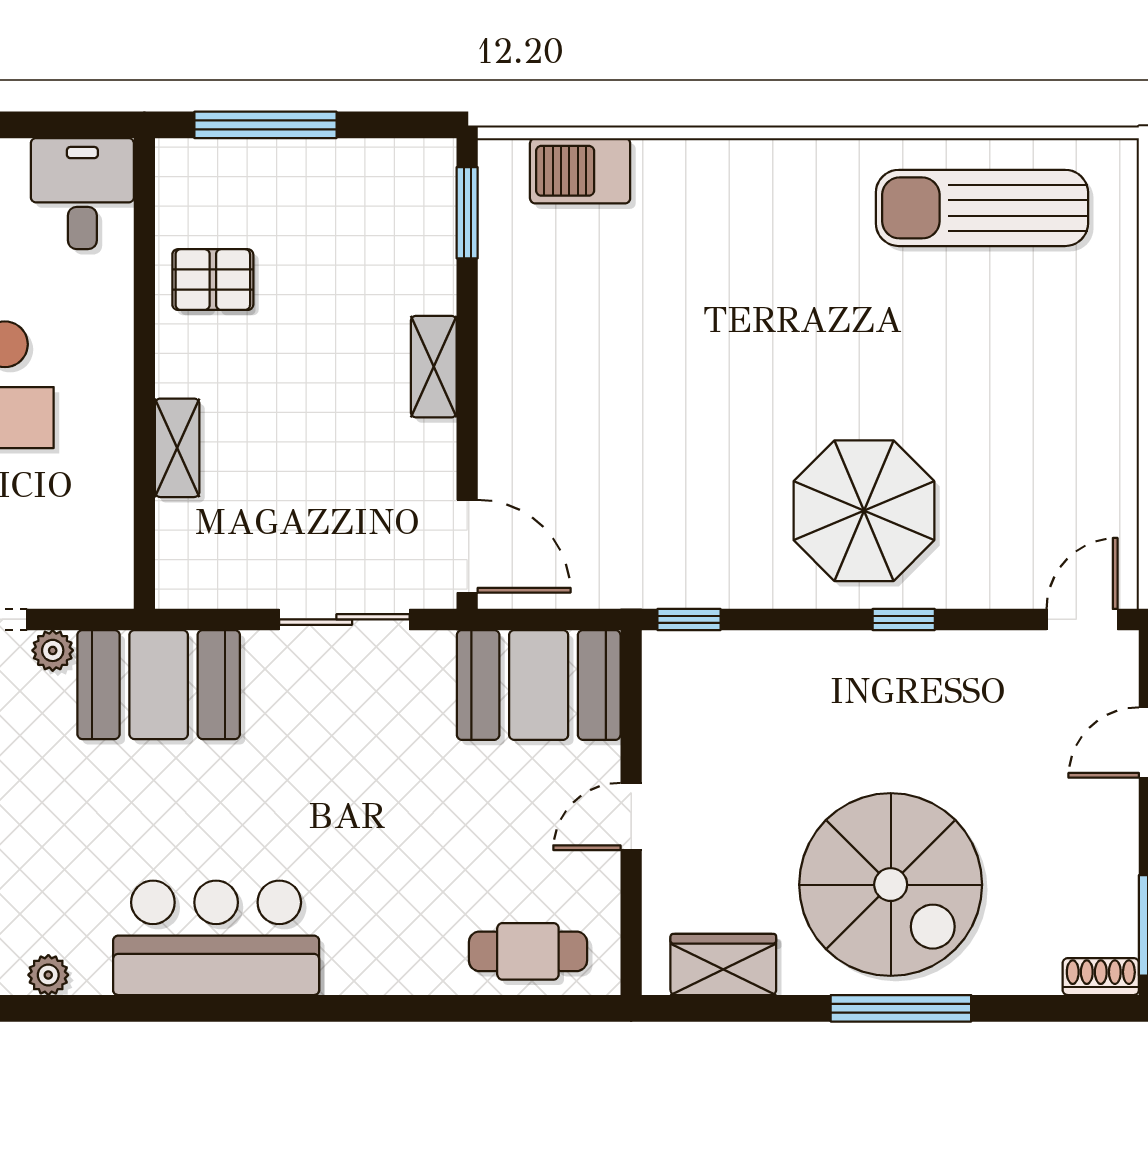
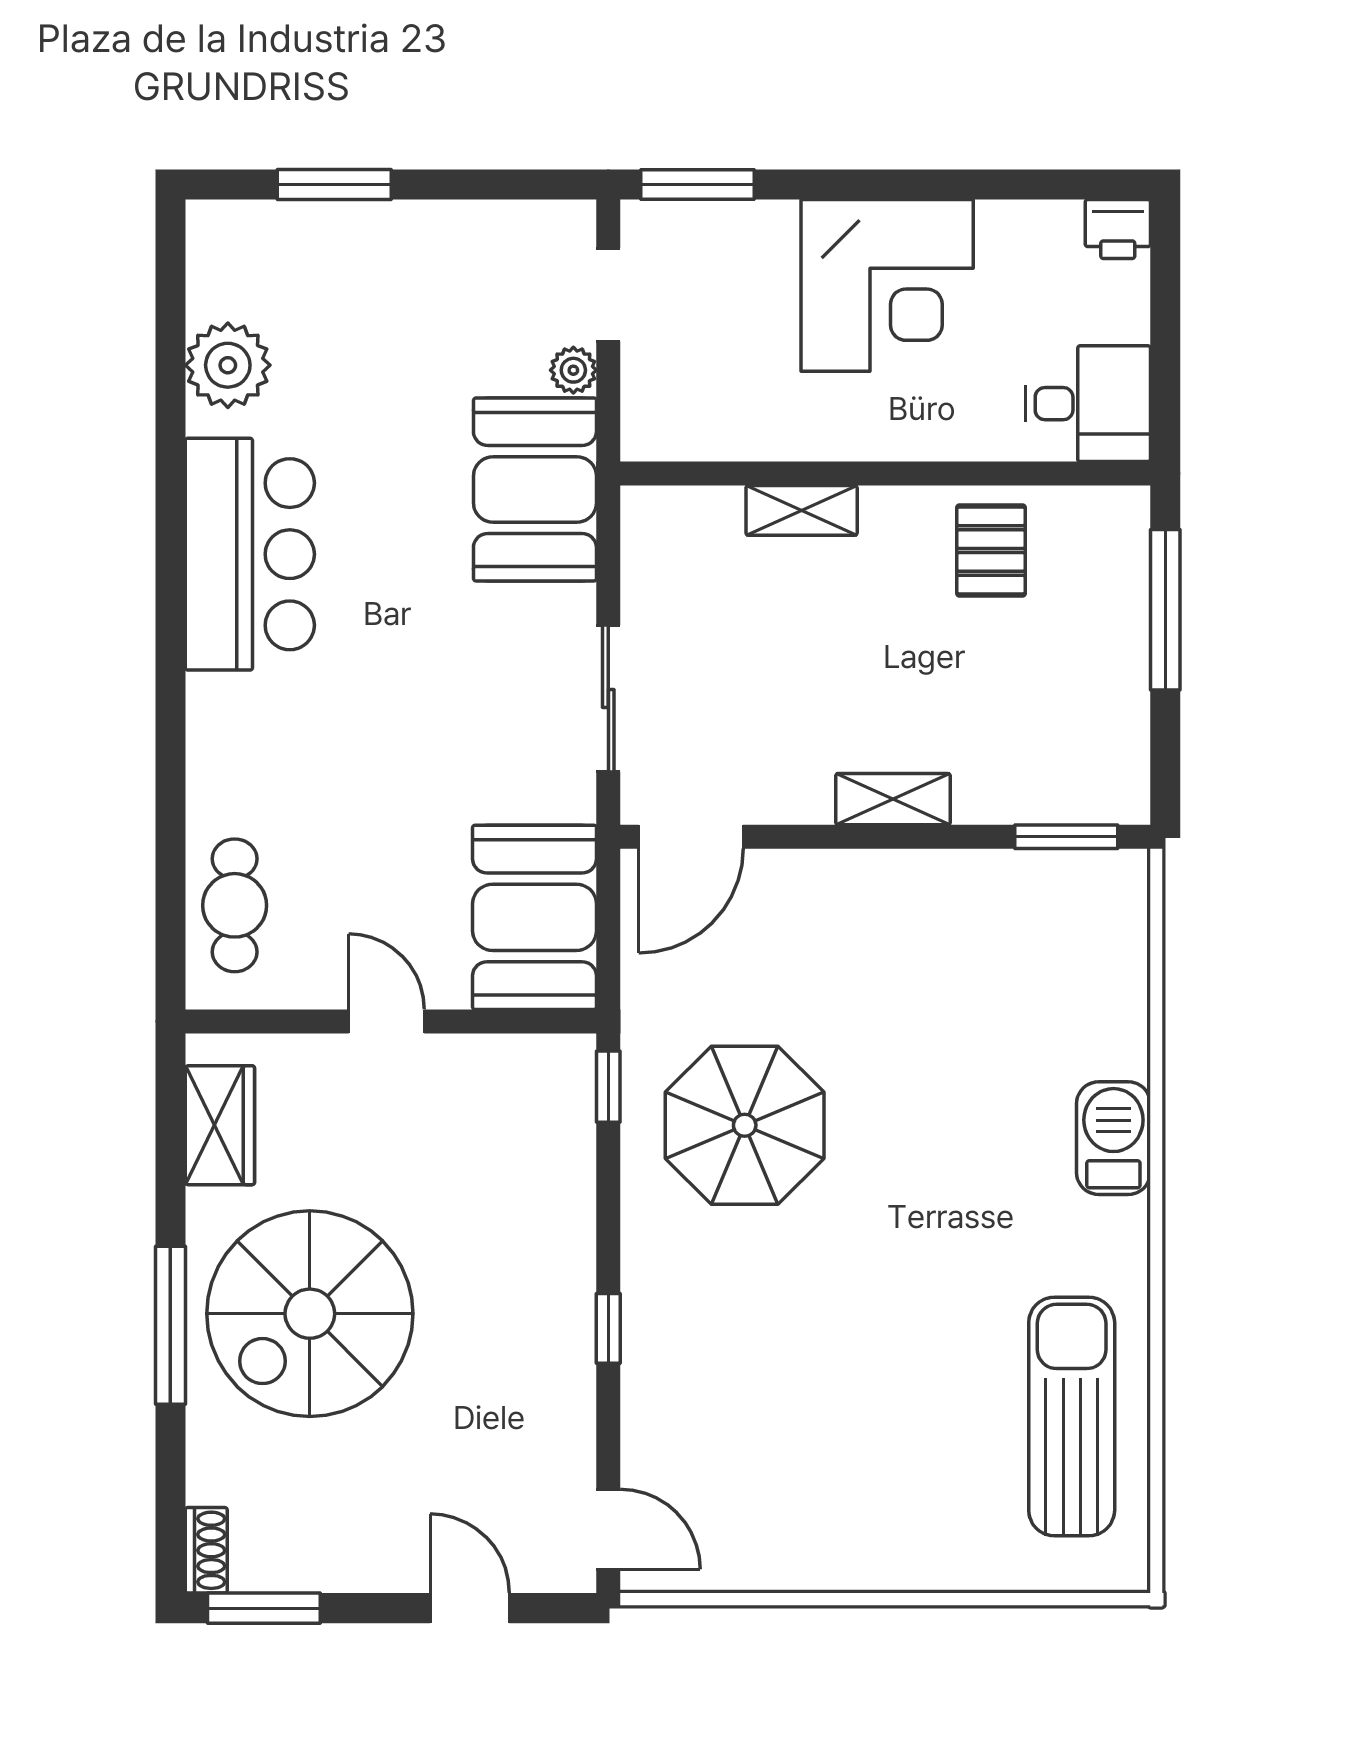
barbecue: (580, 171) -> (1113, 1138), moved
parasol: (864, 511) -> (745, 1125), moved
plant: (48, 975) -> (228, 365), width x1.87, depth x1.87

